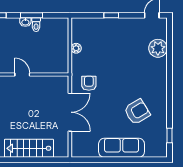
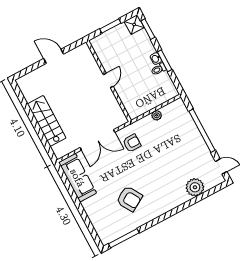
window: (111, 15) -> (202, 131), width x3.17
window: (169, 135) -> (124, 238), width x2.17
sofa: (122, 148) -> (77, 178), moved

